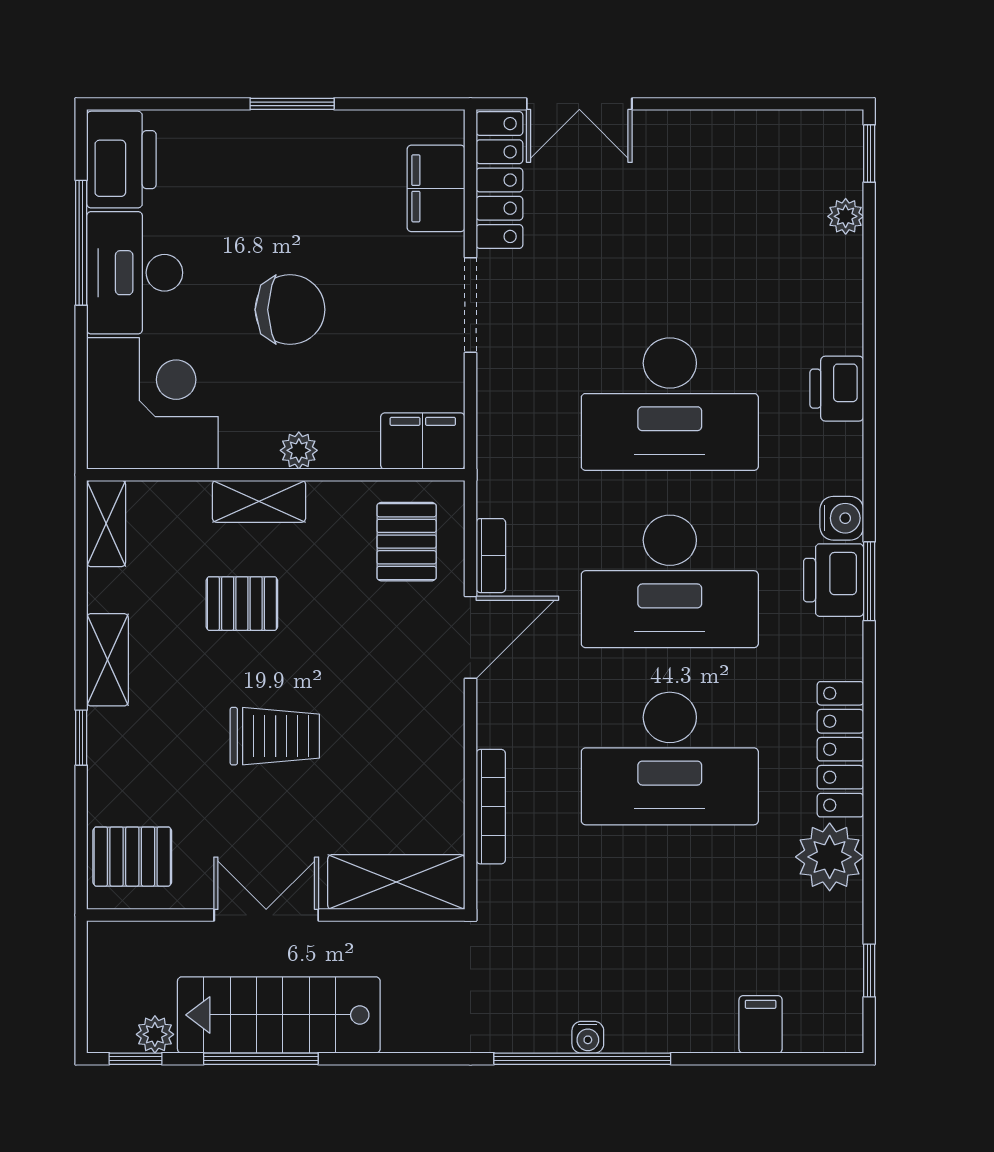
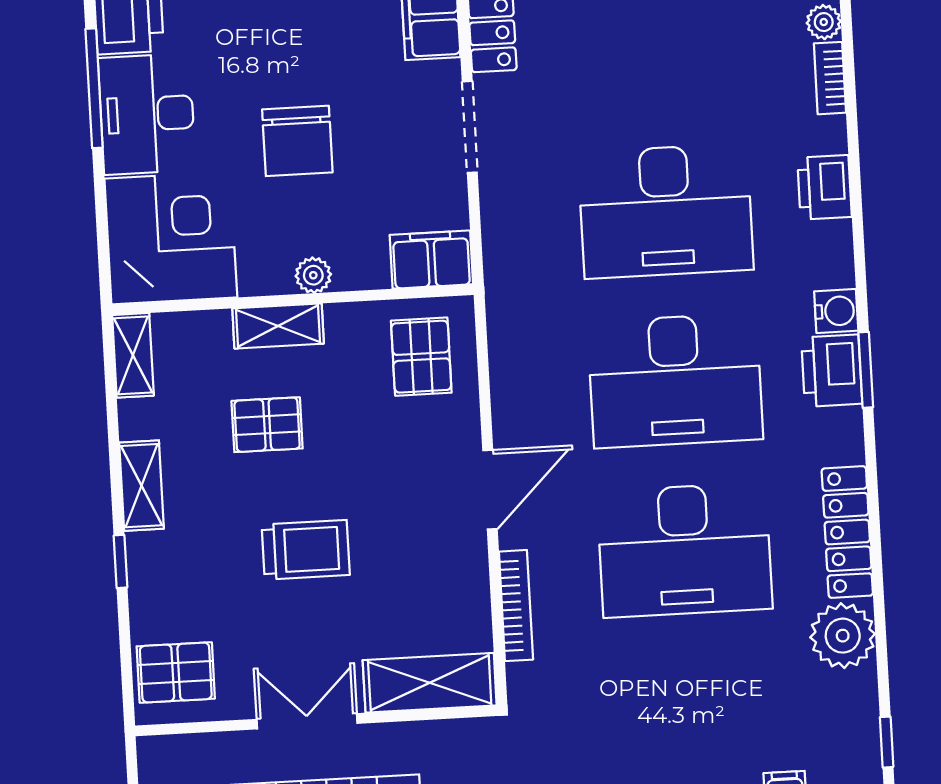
chair: (290, 310) -> (297, 141), turned 90
bookcase: (491, 556) -> (830, 78), moved, turned 180
door: (470, 637) -> (490, 490), moved

